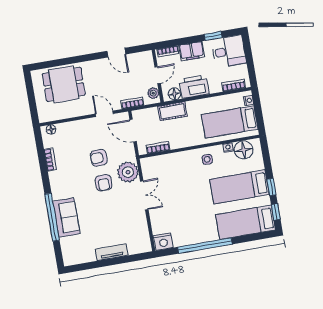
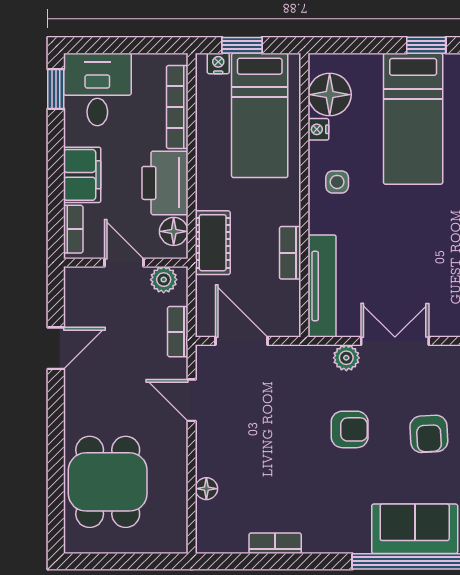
window: (213, 36) -> (56, 89), moved
bookcase: (234, 85) -> (177, 107), width x1.56
window: (258, 109) -> (242, 45), added
door: (104, 114) -> (192, 400), hinge flipped
floor lamp: (51, 129) -> (206, 489), moved
door: (133, 131) -> (241, 341), swing flipped
bookcase: (158, 147) -> (290, 253), moved
armchair: (99, 158) -> (429, 434), moved
tv unit: (162, 161) -> (322, 286), added
plant: (128, 172) -> (346, 358), width x0.53, depth x0.53

